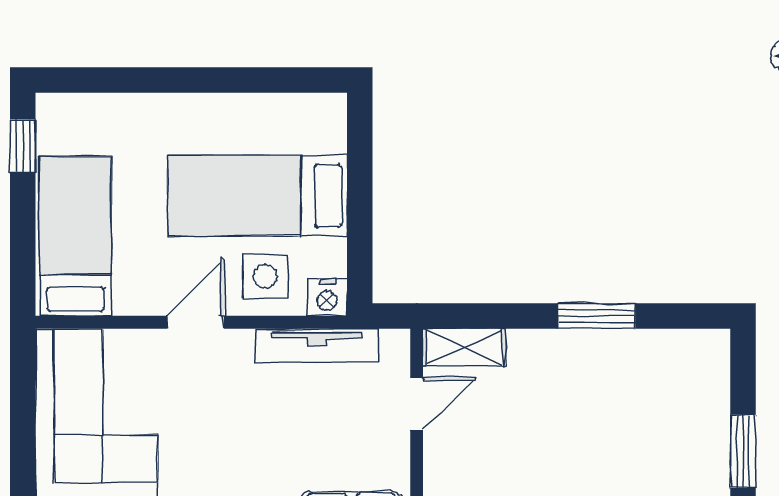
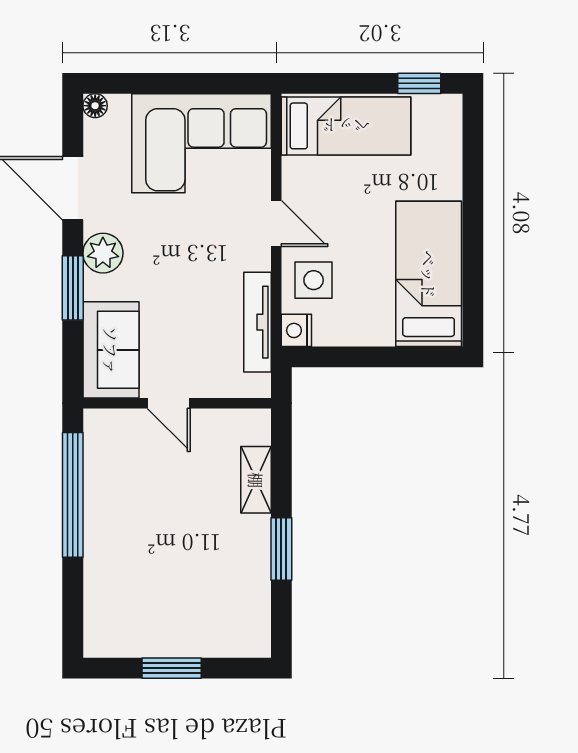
bed: (257, 196) -> (429, 274), moved
shelving: (464, 347) -> (256, 480), moved
door: (417, 404) -> (169, 403), moved

